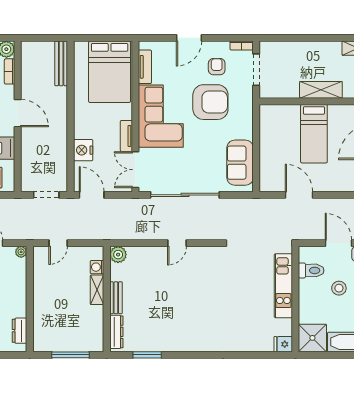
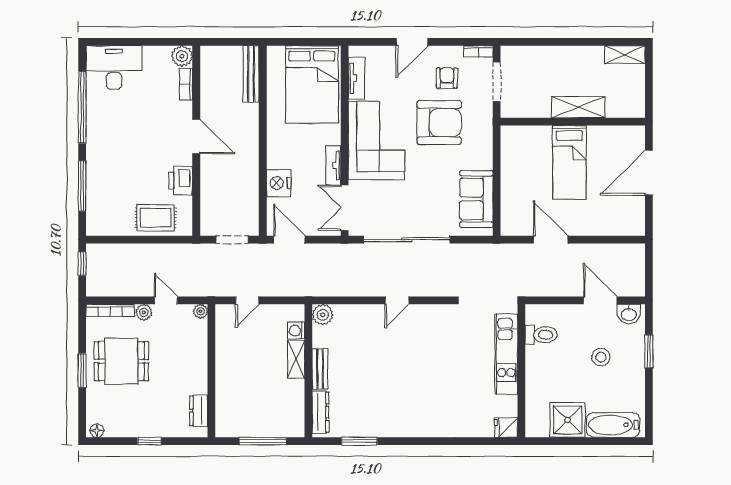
toilet: (311, 270) -> (541, 335), moved
kitchen unit: (283, 286) -> (506, 354), moved
wall: (295, 299) -> (521, 371), moved
fridge: (283, 344) -> (506, 428), moved

